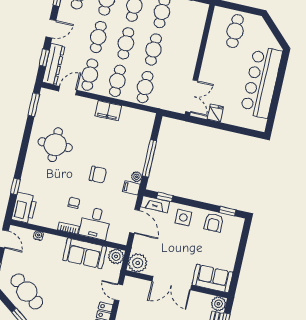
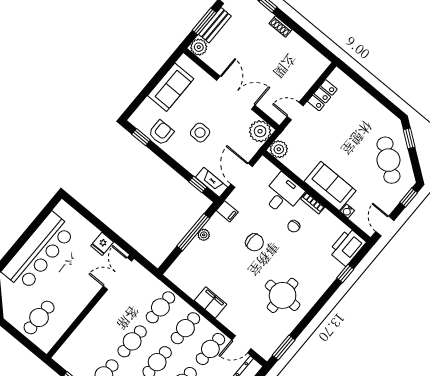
chair: (98, 175) -> (255, 242), turned 180
plant: (137, 177) -> (204, 235), moved
side table: (183, 218) -> (200, 133), moved
sofa: (85, 253) -> (330, 186), moved
sofa: (212, 278) -> (171, 87), moved, turned -90
door: (119, 292) -> (295, 111), swing flipped

